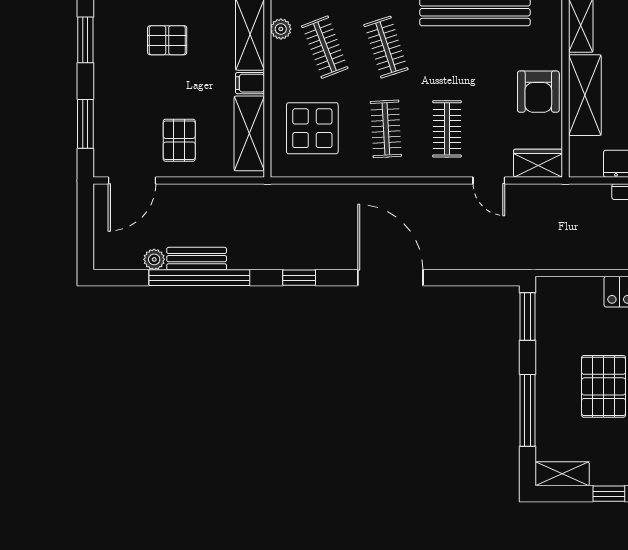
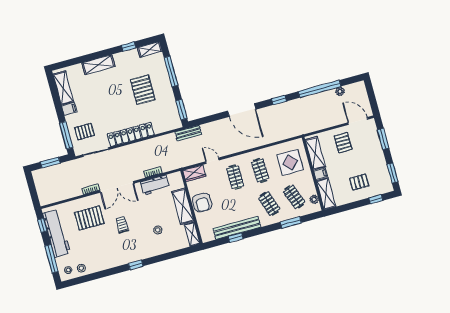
armchair: (538, 92) -> (202, 203), turned 180
door: (132, 181) -> (358, 121), hinge flipped
bench: (197, 259) -> (188, 133), moved

